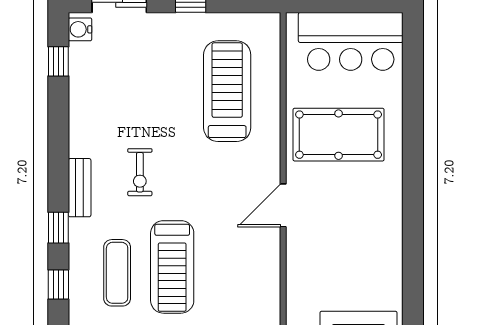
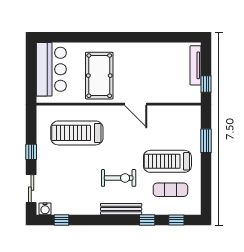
exercise bike: (140, 172) -> (119, 178), width x1.38, depth x1.39
bench: (80, 188) -> (121, 209), width x1.36
treadmill: (172, 267) -> (167, 161), turned 180

